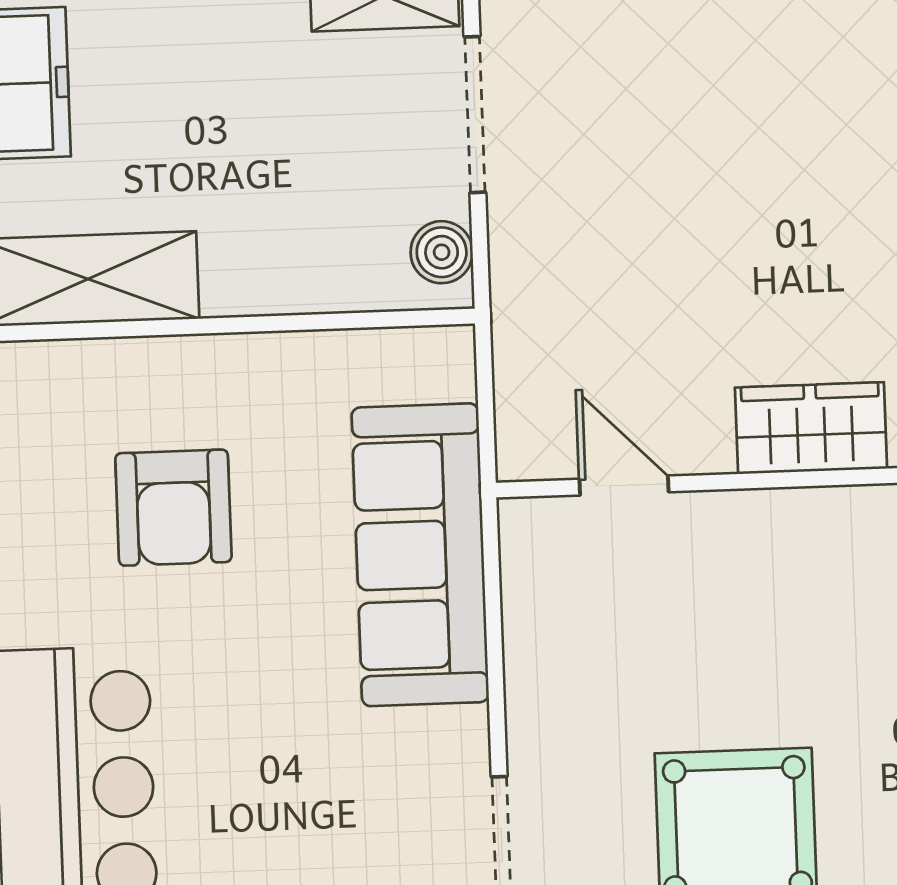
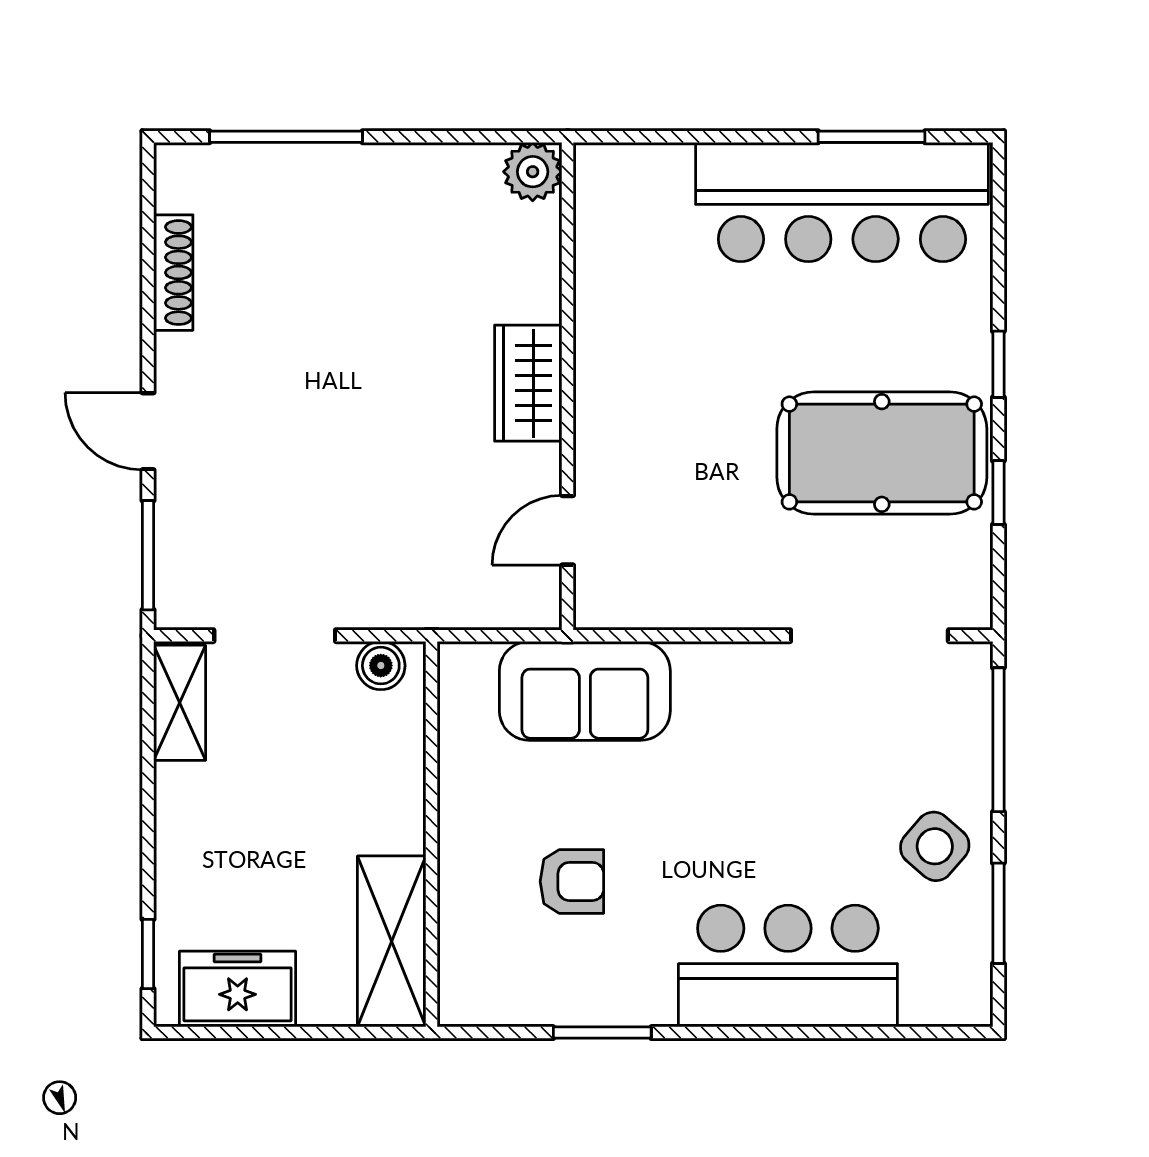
armchair: (173, 508) -> (572, 881), width x0.72, depth x0.72
sofa: (420, 555) -> (585, 691), width x0.73

